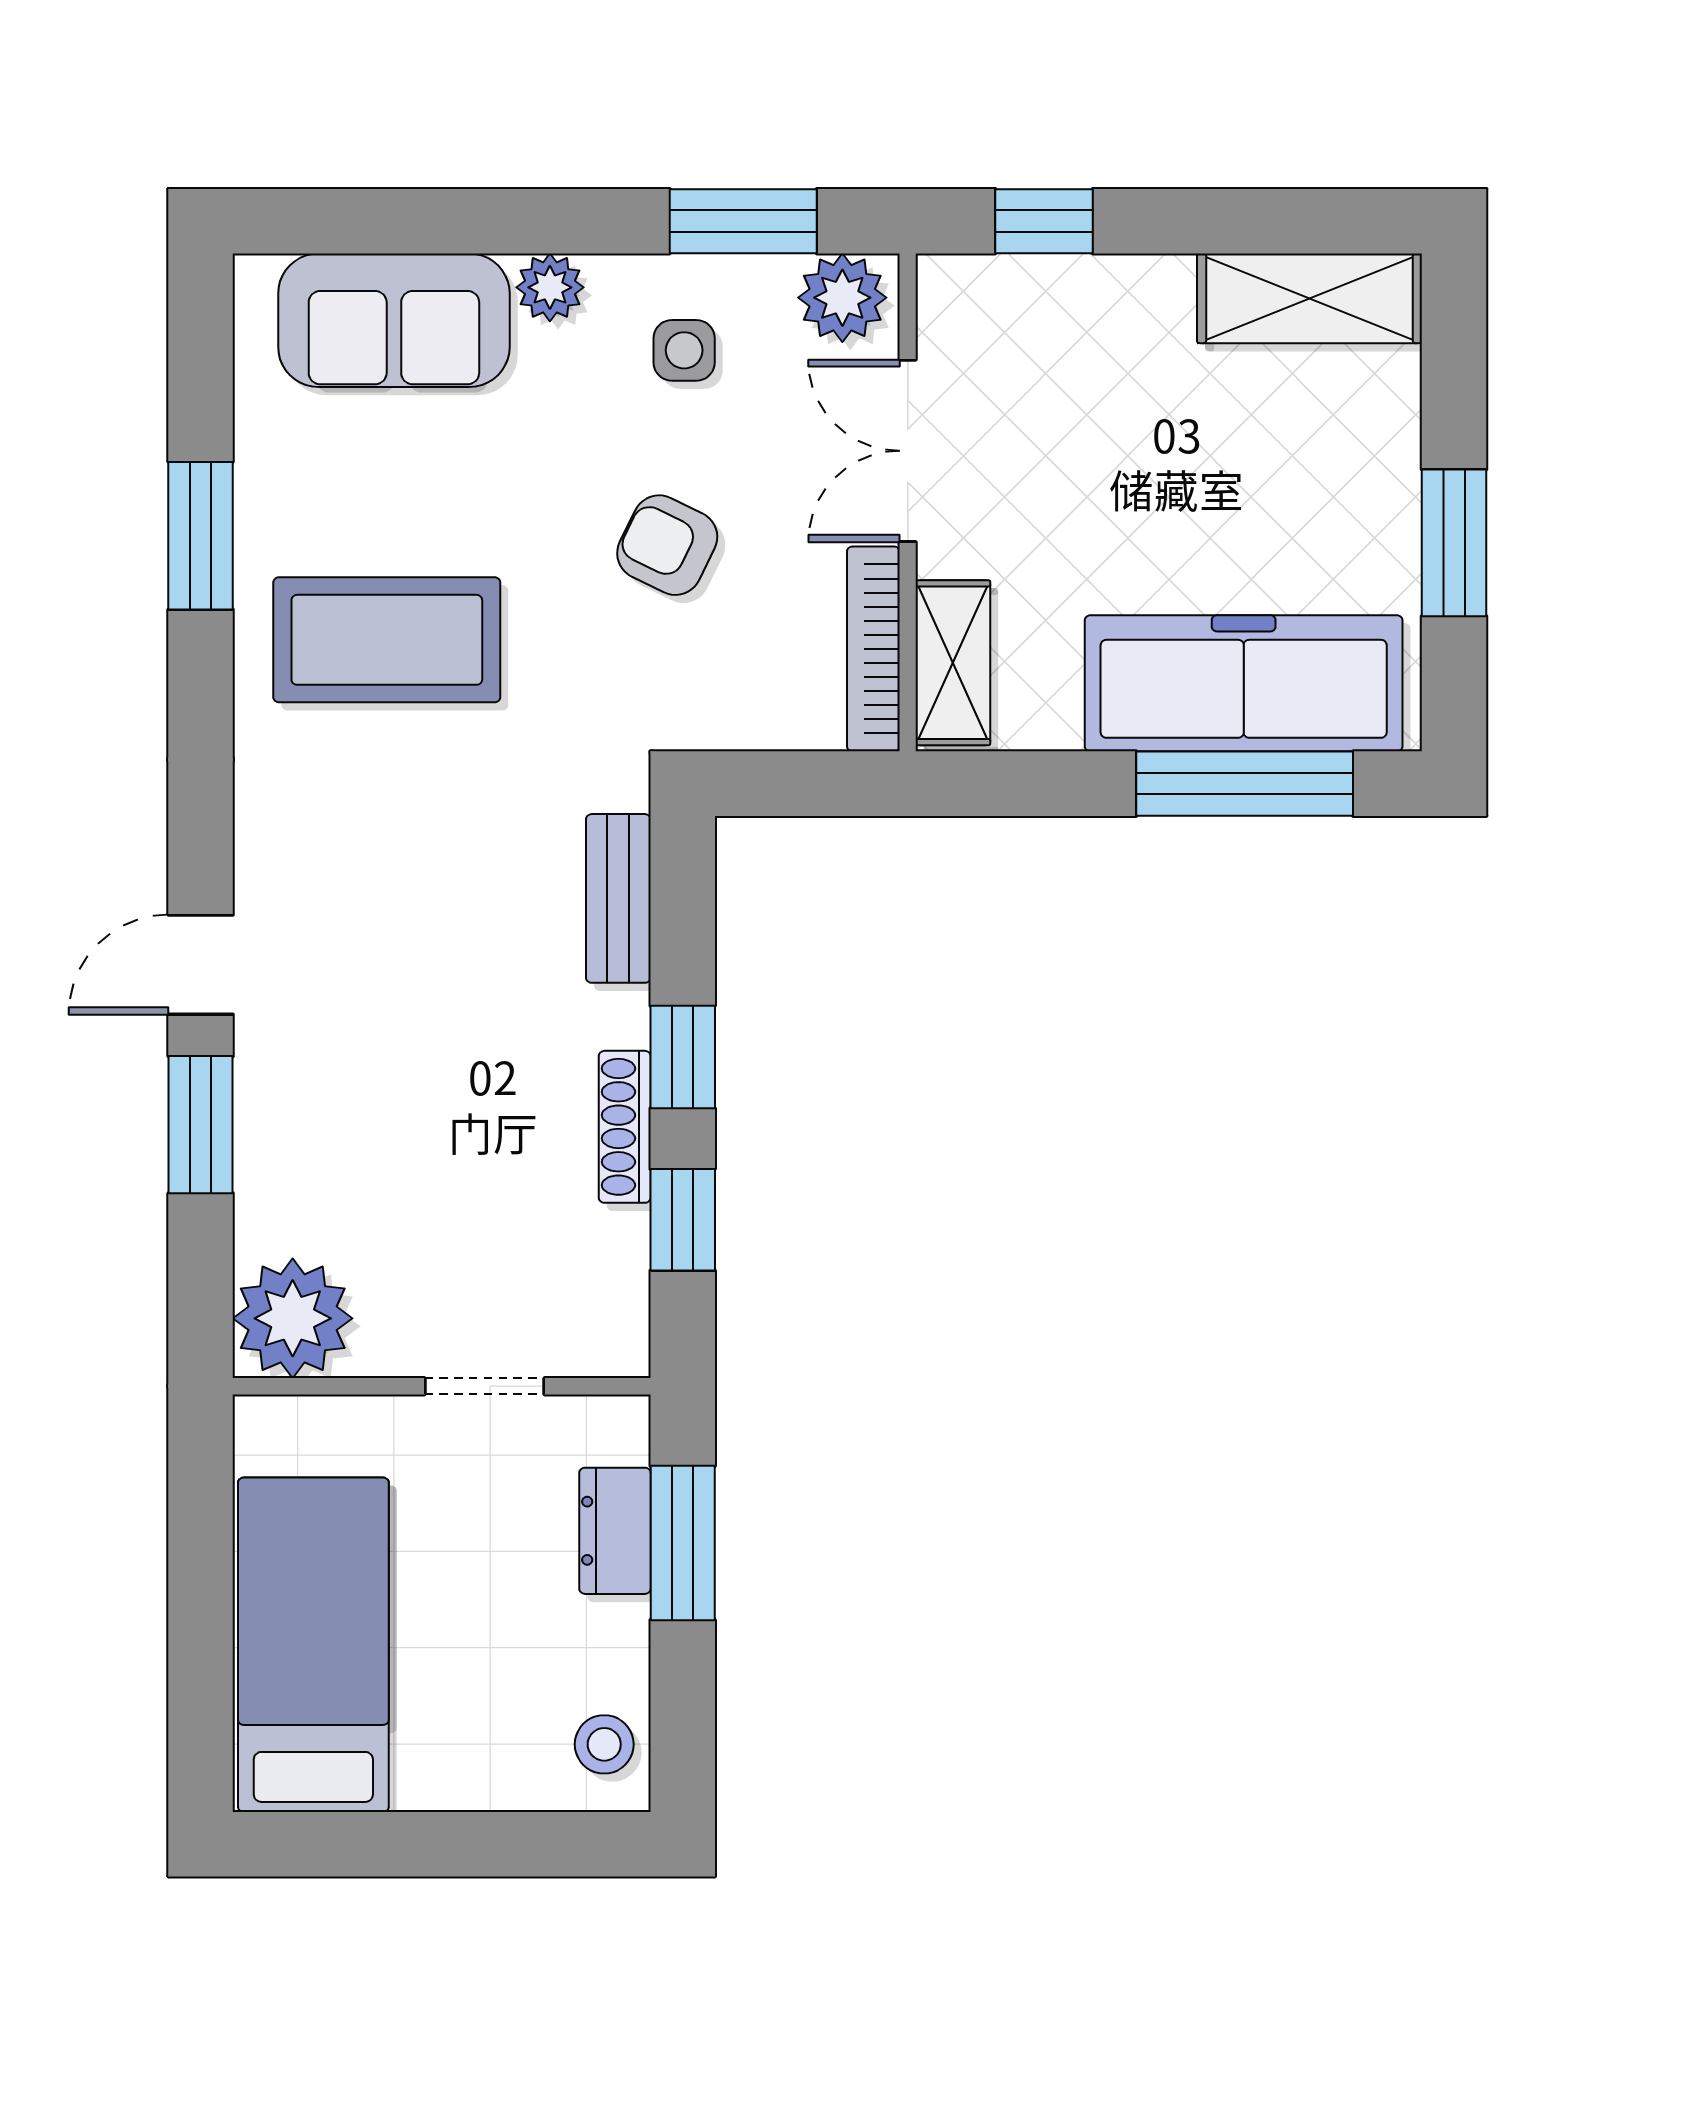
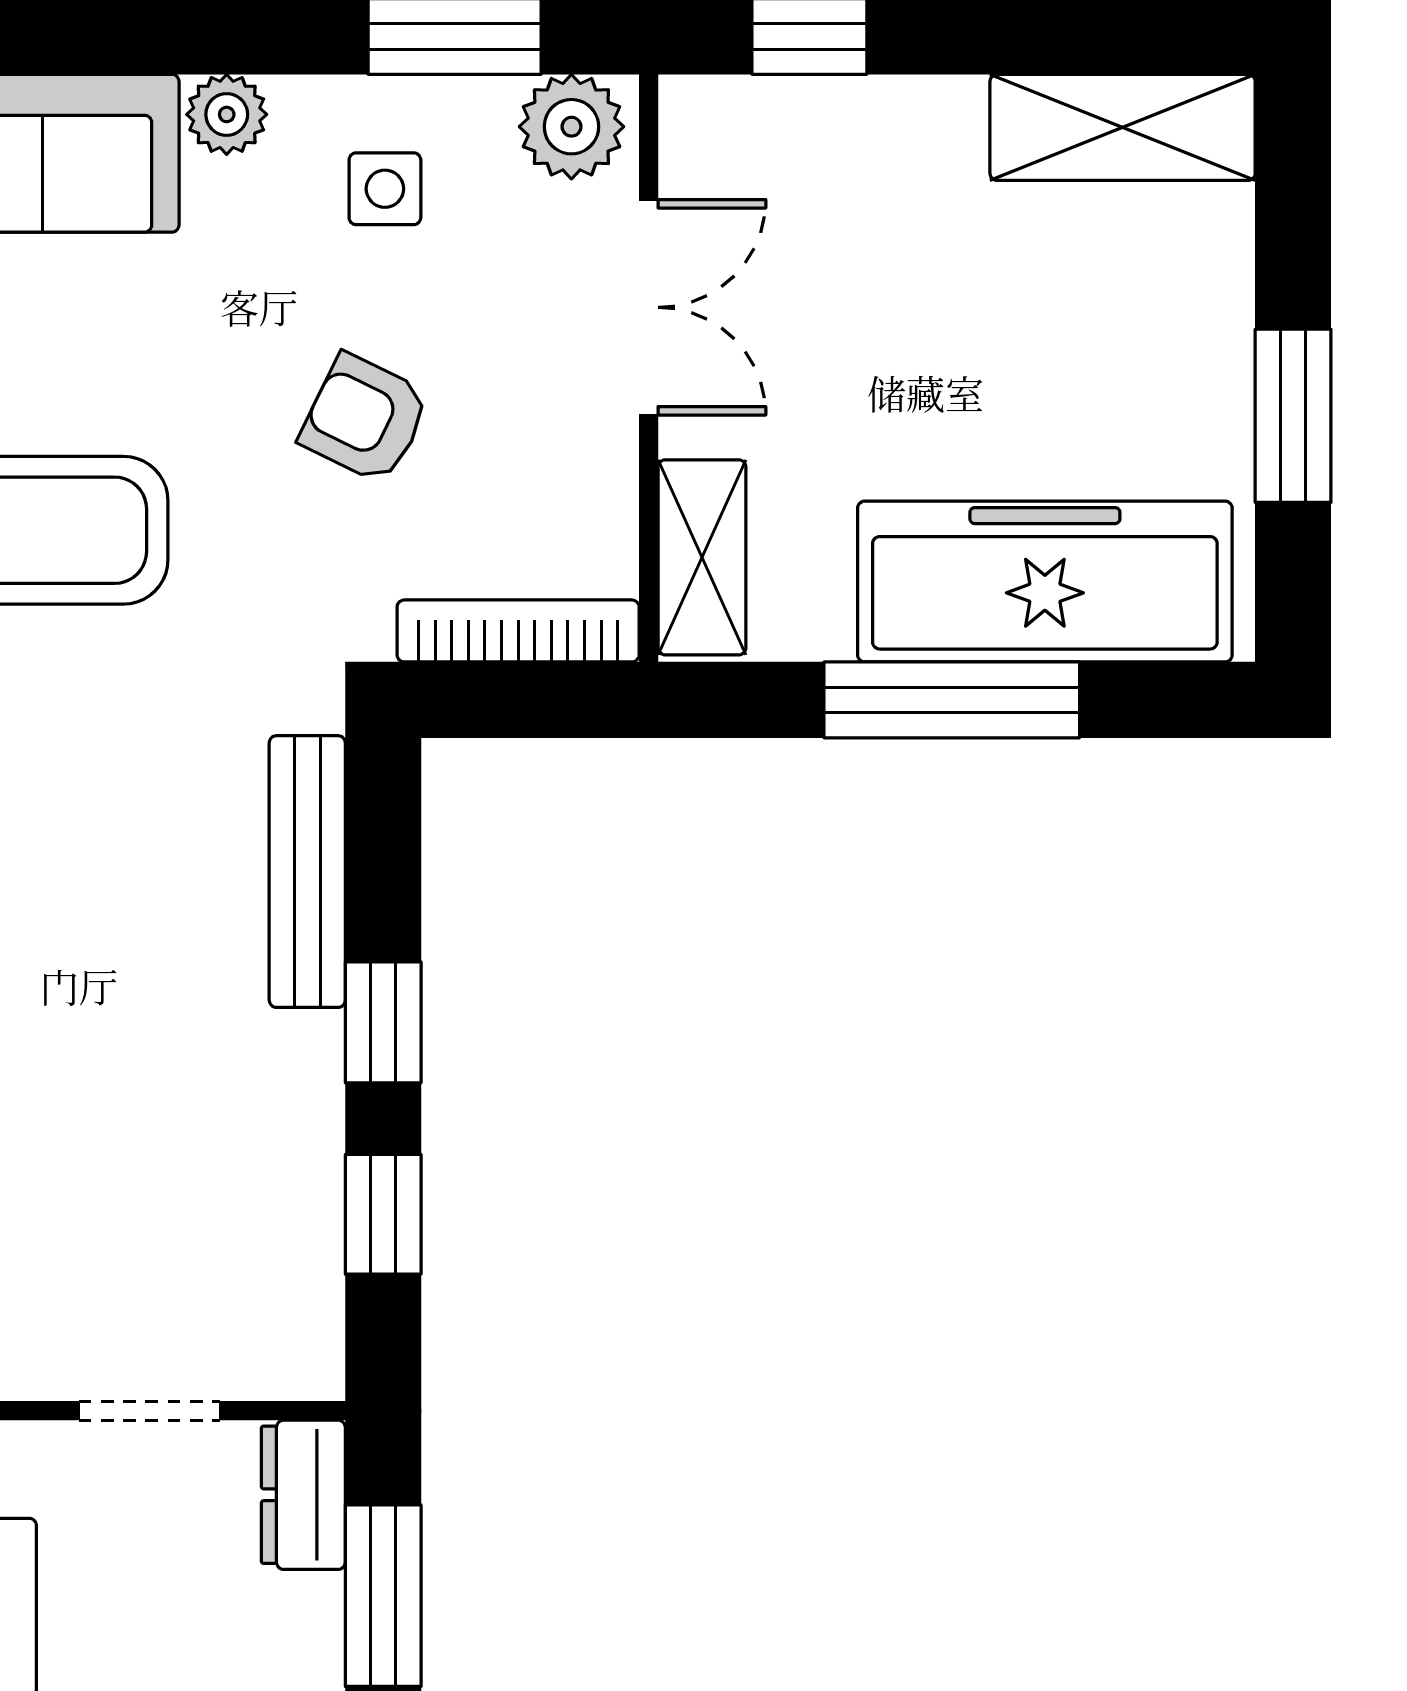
double door: (908, 451) -> (649, 307), swing flipped
bookcase: (873, 649) -> (518, 631), moved, turned 90
window: (1245, 784) -> (952, 700), moved
bench: (618, 898) -> (307, 872), width x1.36
shoe rack: (625, 1127) -> (315, 1105), removed
dresser: (615, 1531) -> (303, 1495), moved

